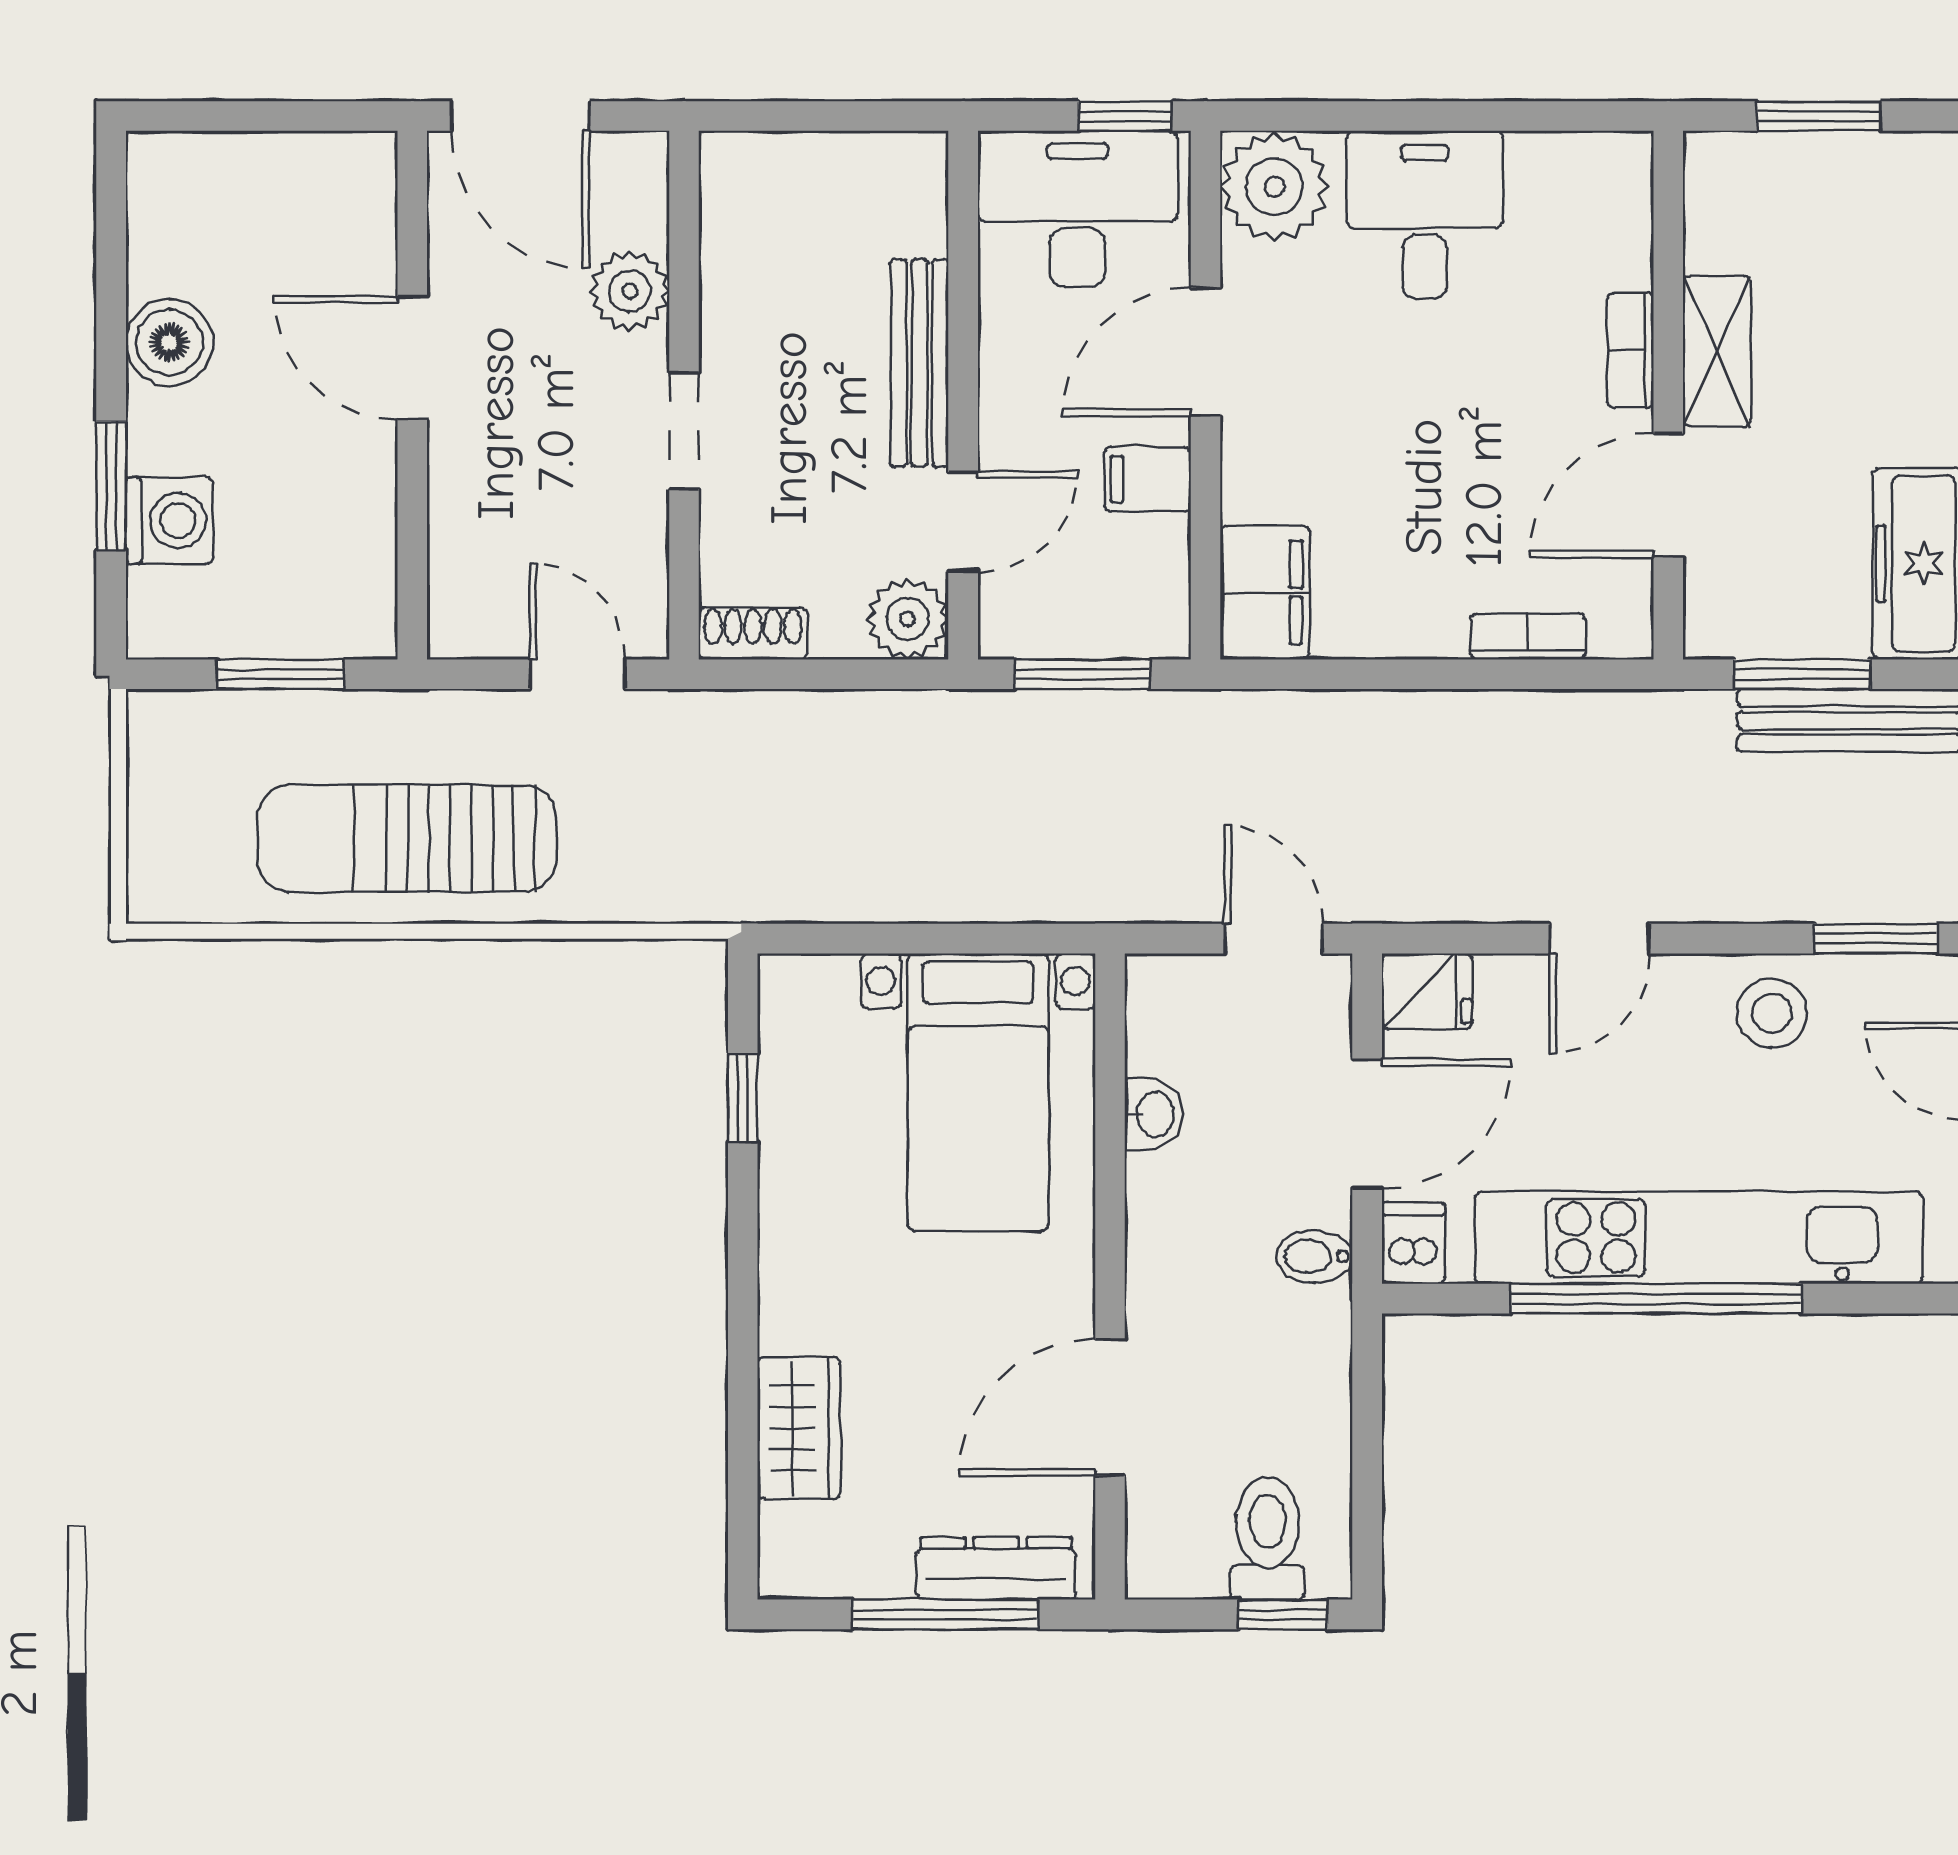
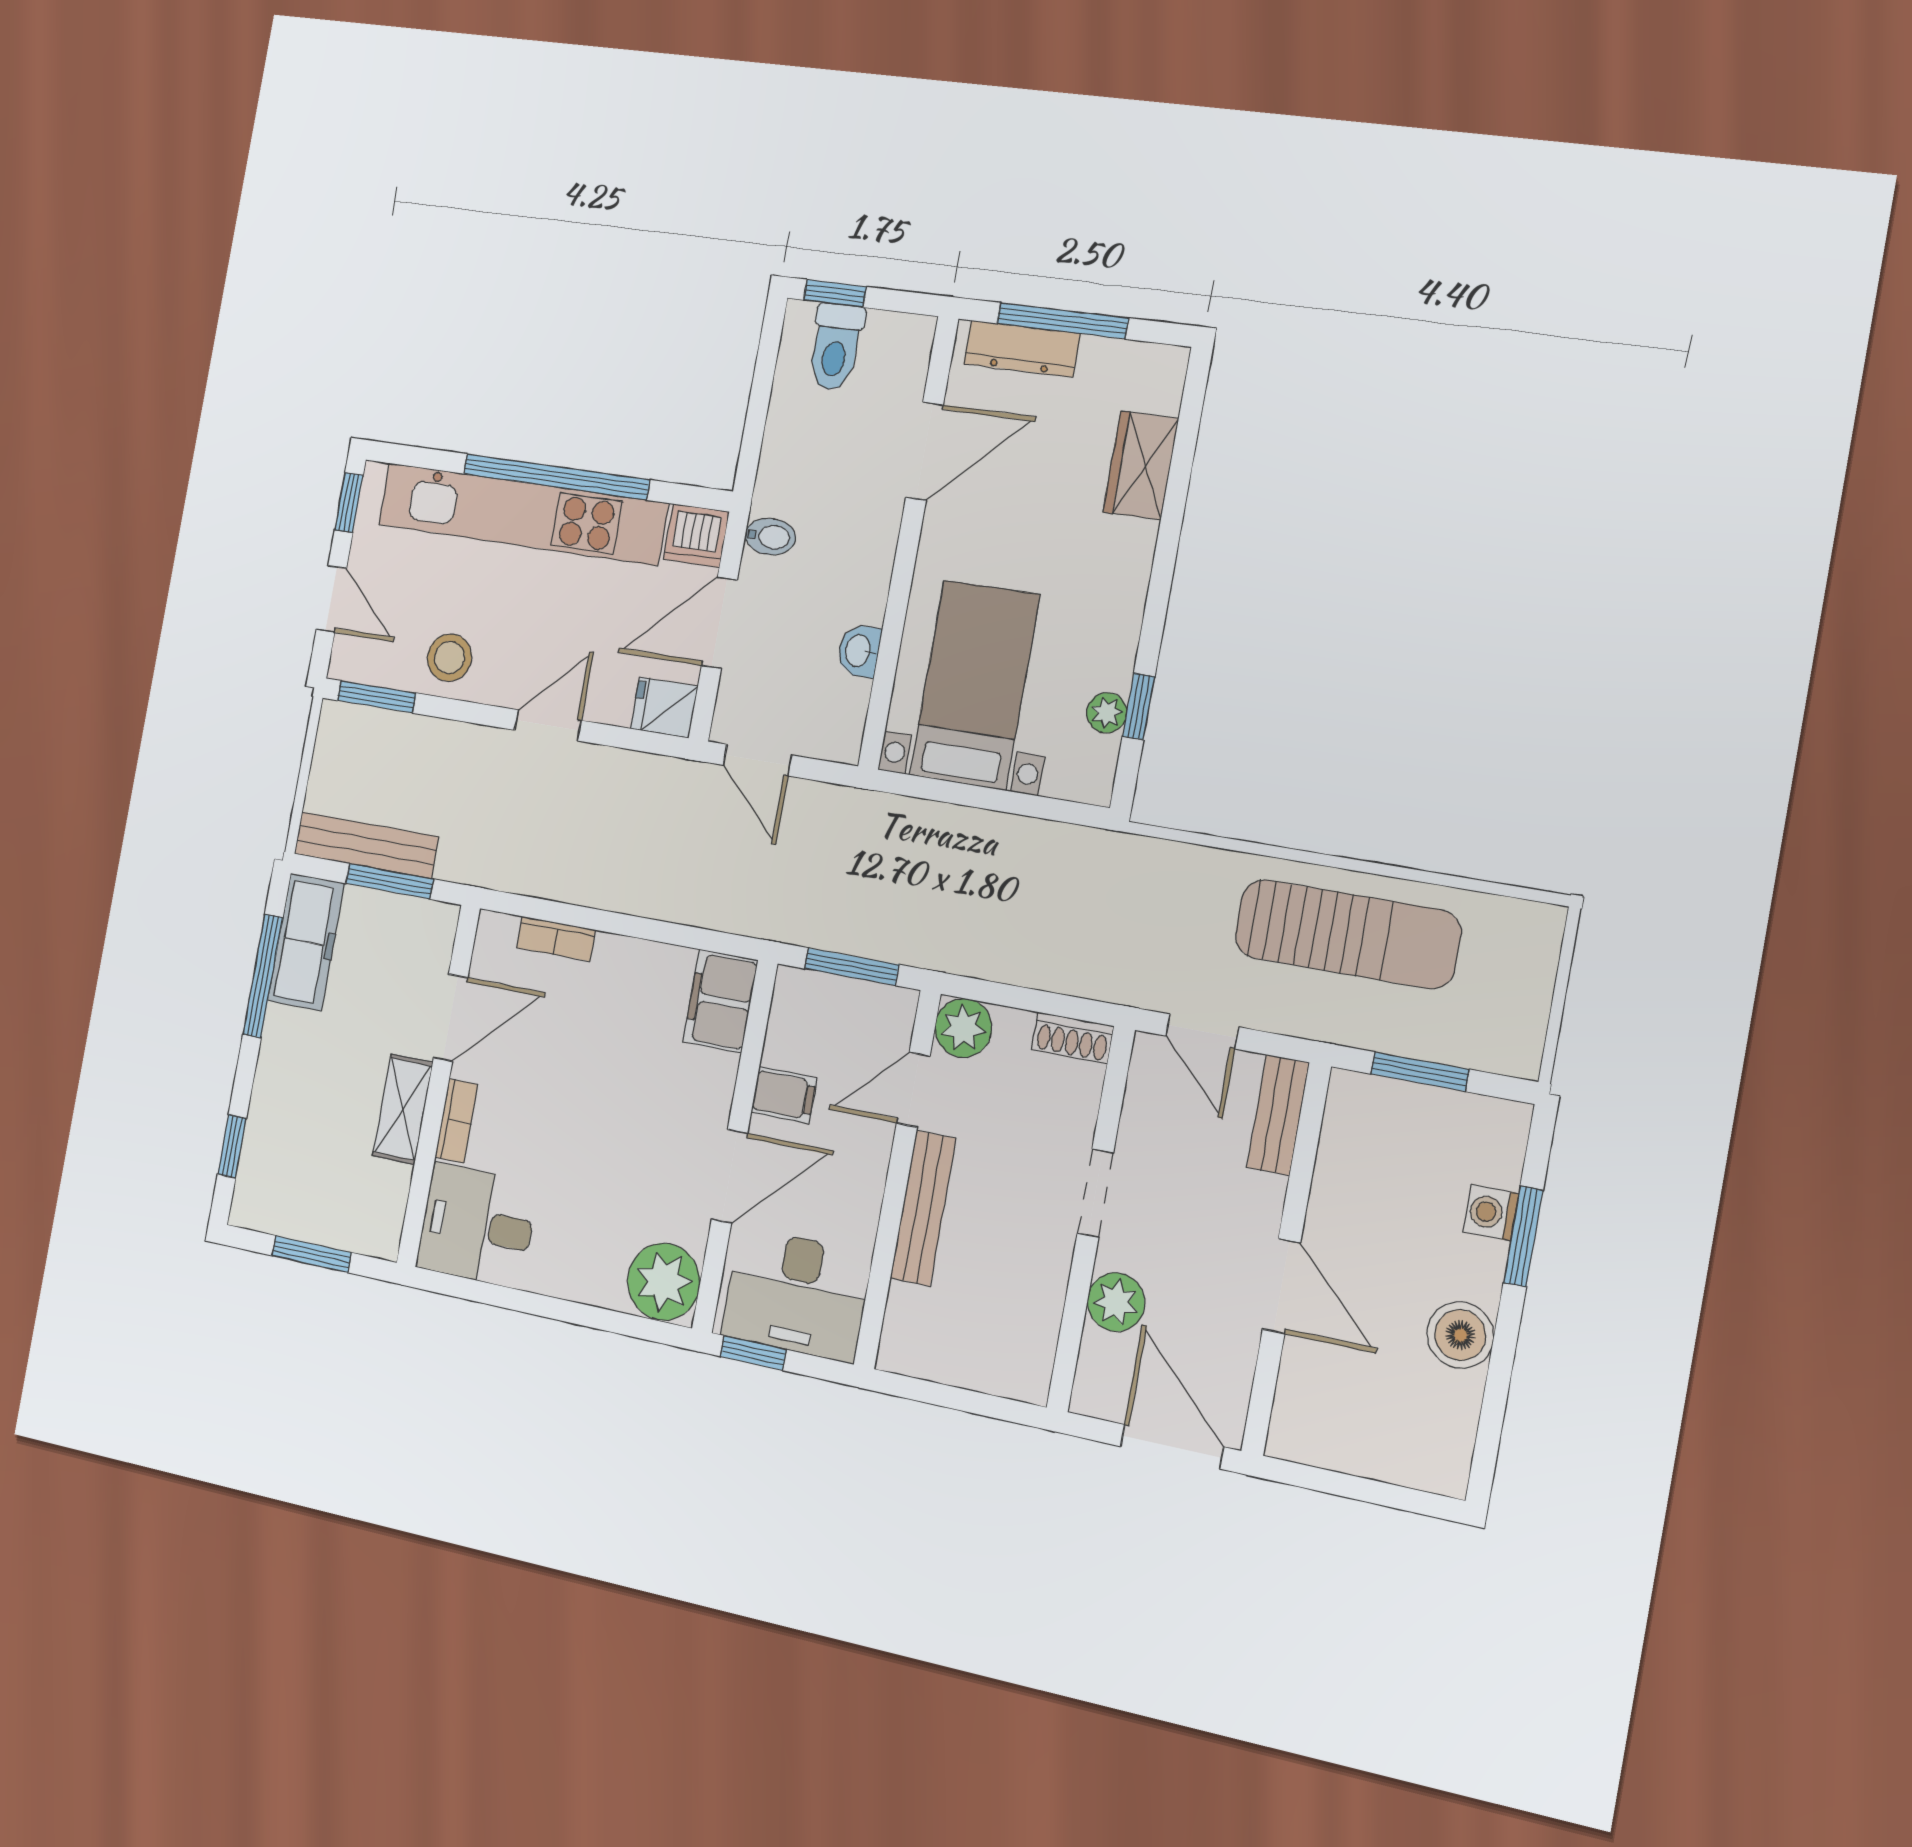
desk: (1425, 215) -> (477, 1225), moved, turned 90
washing machine: (169, 520) -> (1491, 1213), width x0.73, depth x0.73
bench: (456, 582) -> (1278, 1115), added
plant: (785, 1082) -> (1107, 713), added
dishwasher: (1413, 1243) -> (696, 535), width x1.38

